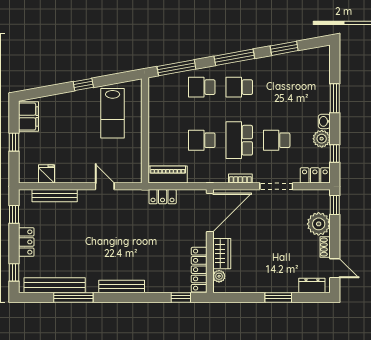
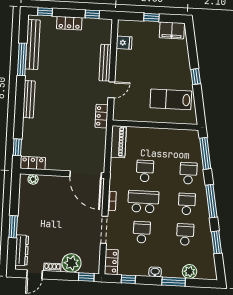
school desk: (277, 87) -> (185, 235), added
plant: (322, 139) -> (189, 272), moved
bench: (55, 196) -> (105, 63), moved
locker: (163, 197) -> (102, 116), moved
wardrobe: (222, 254) -> (51, 183), removed
locker: (199, 270) -> (33, 163), width x0.66
dresser: (312, 285) -> (22, 250), width x1.44

